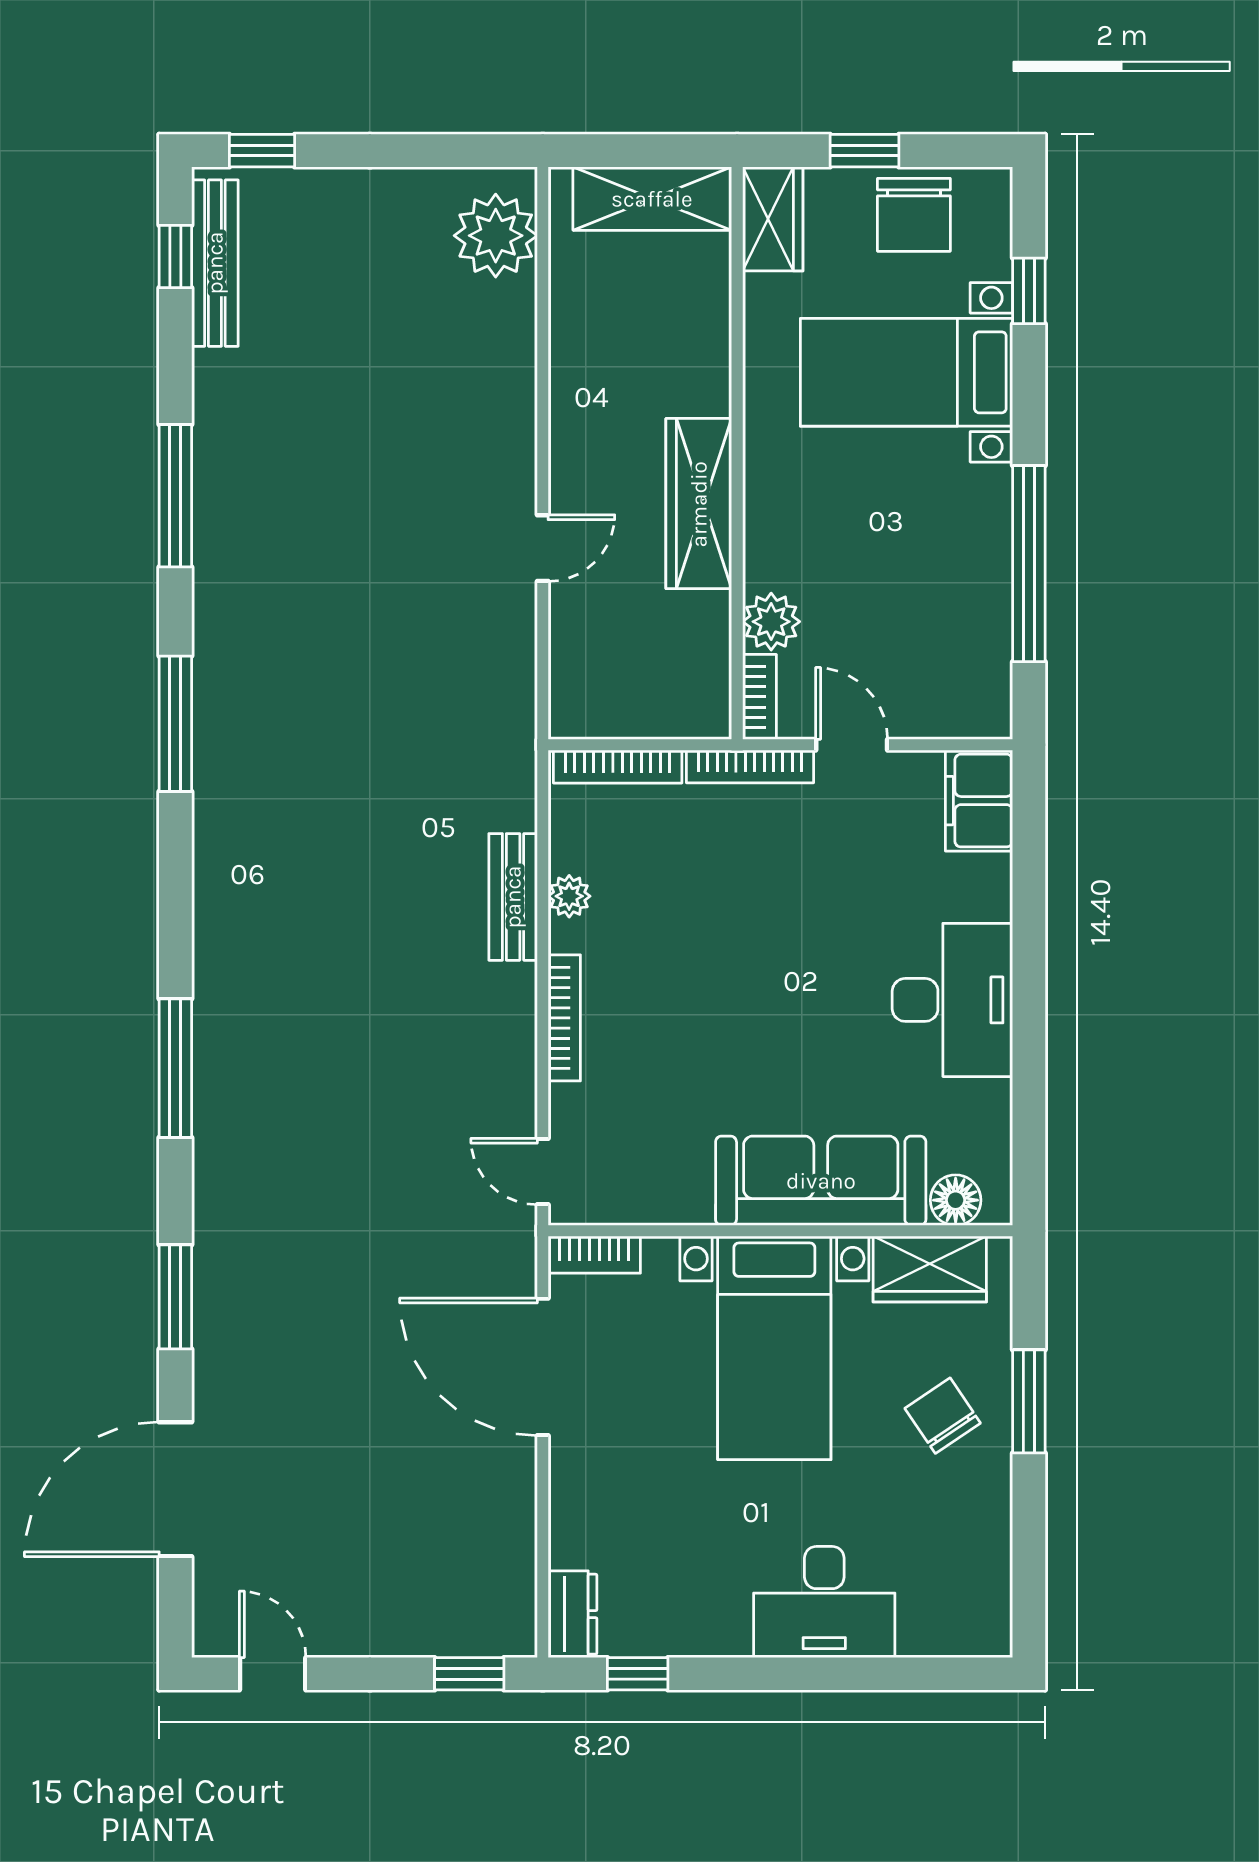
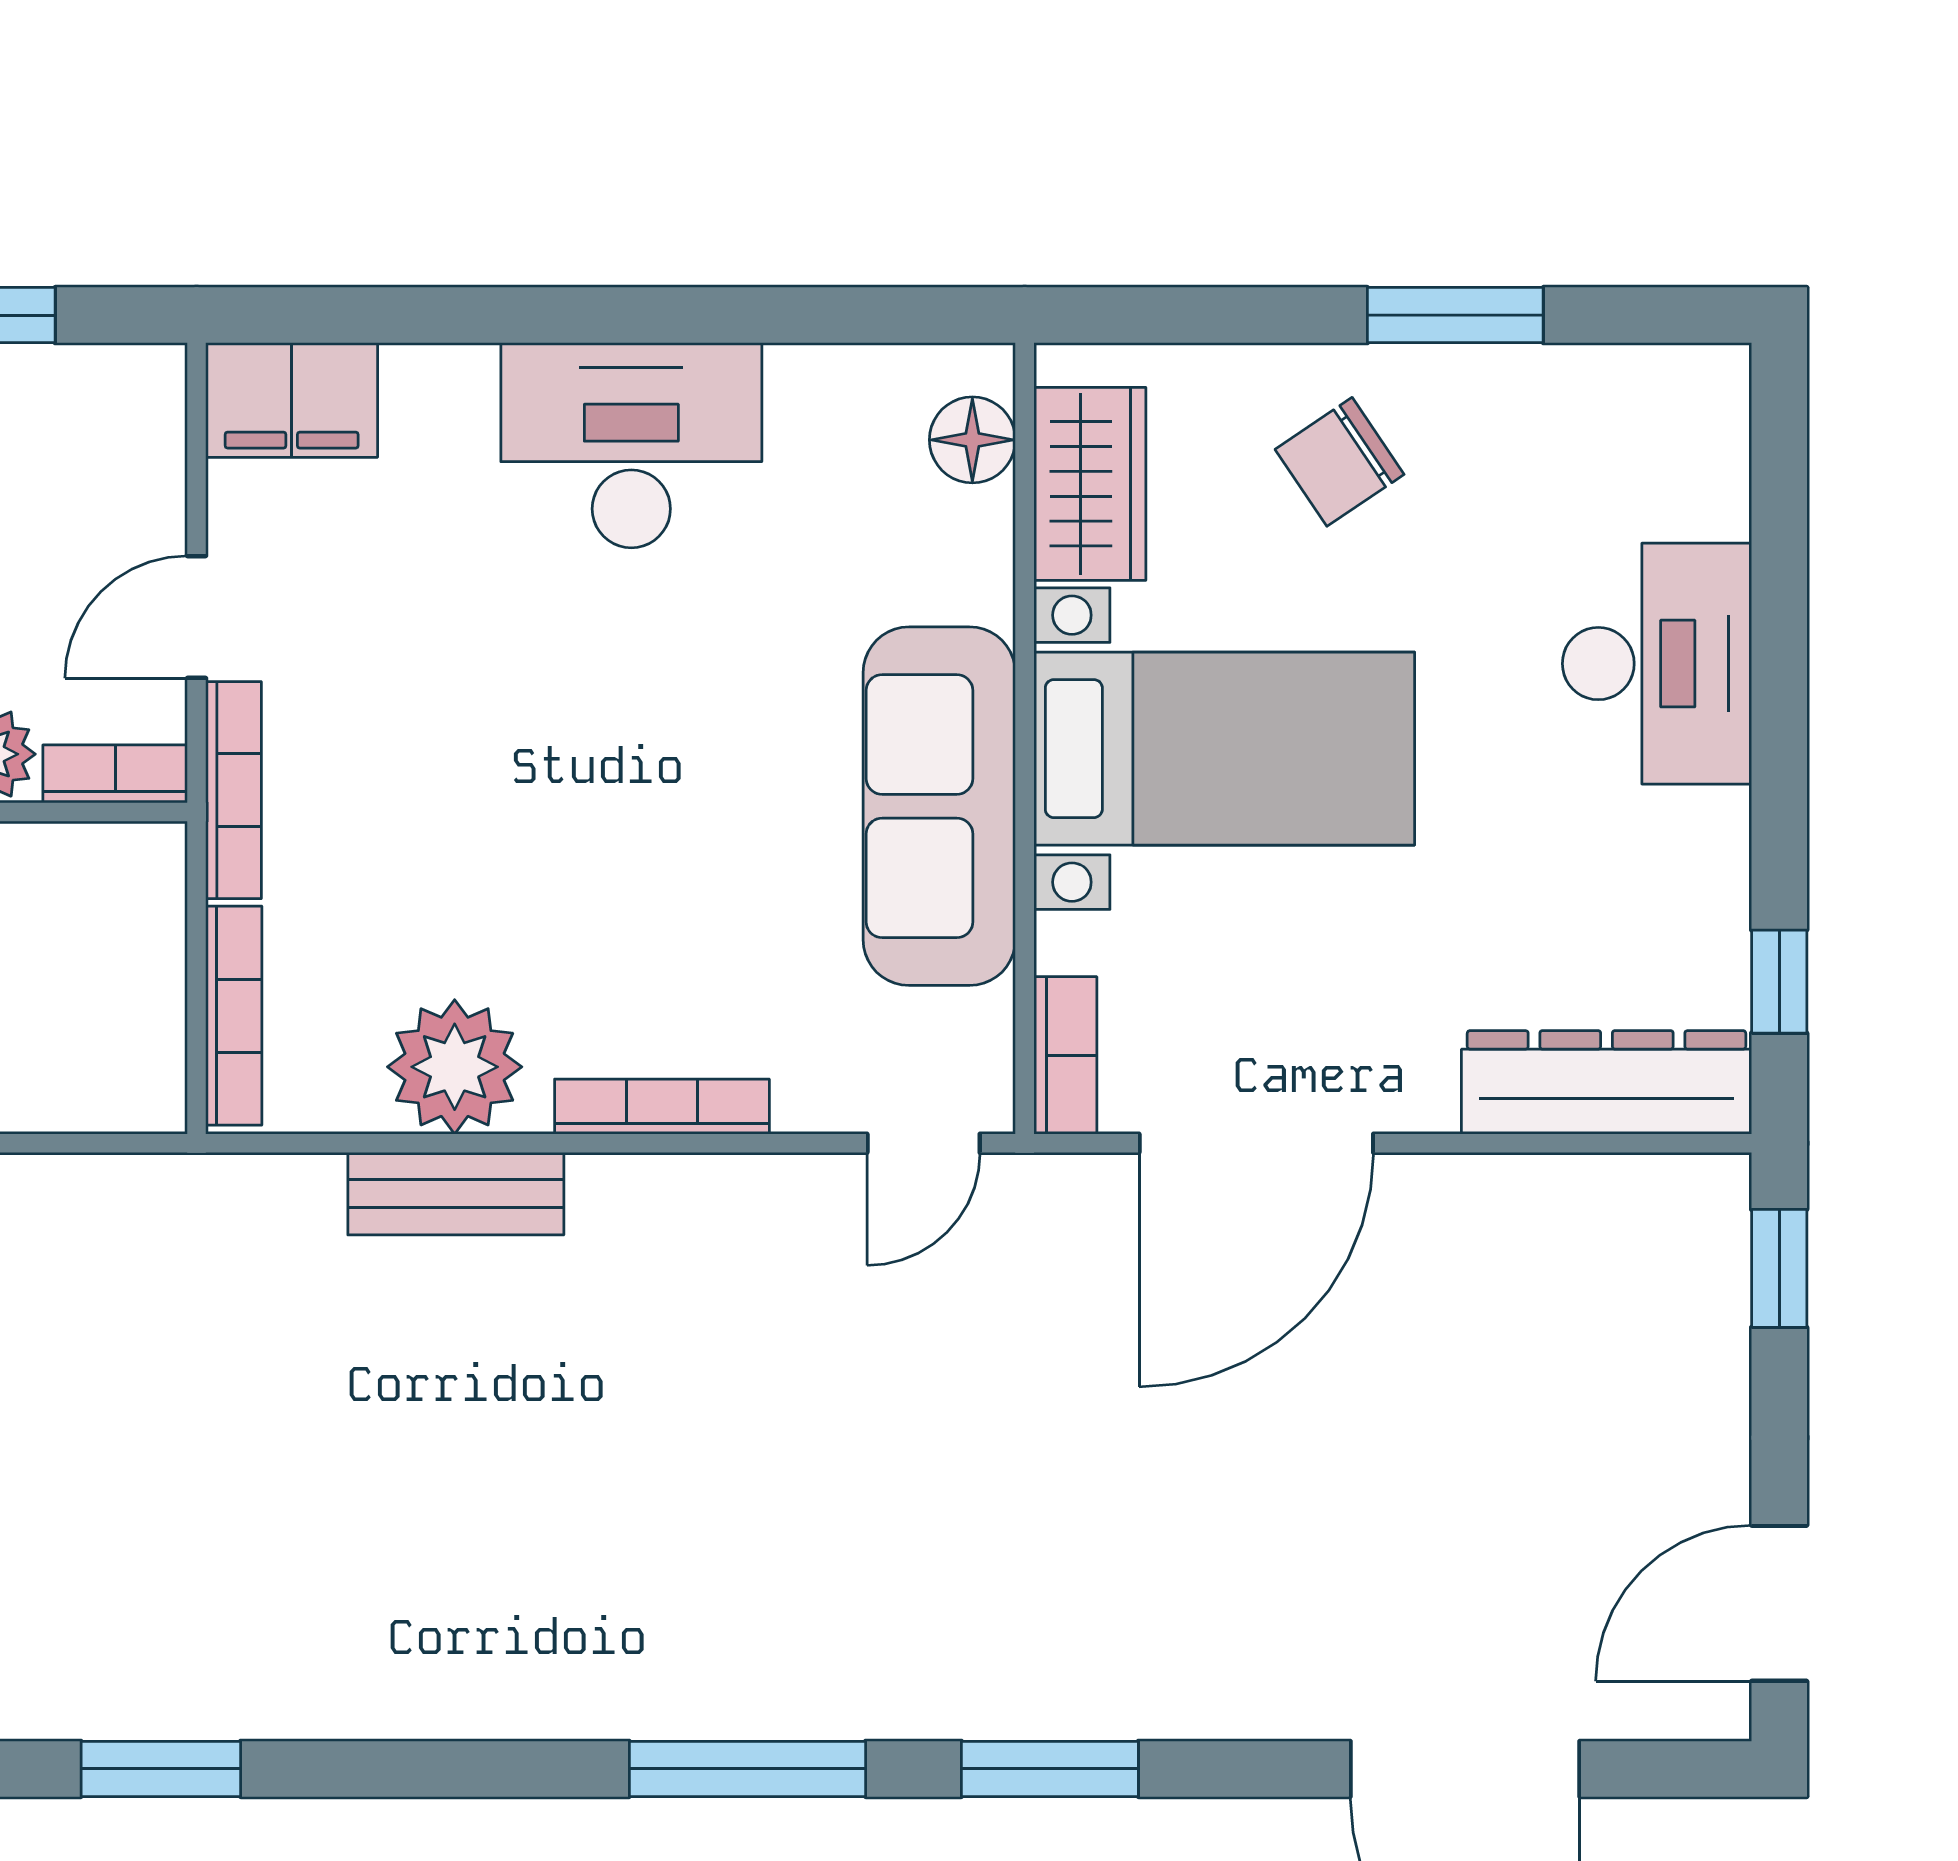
window: (175, 724) -> (161, 1769), width x0.69
plant: (569, 896) -> (455, 1067), width x1.88, depth x1.88
sofa: (821, 1181) -> (939, 806), moved
window: (175, 1297) -> (1050, 1769), moved
window: (1029, 1401) -> (1455, 315), moved
dresser: (573, 1614) -> (1606, 1082), width x1.96, depth x1.24
door: (273, 1674) -> (1779, 1603), width x1.38

